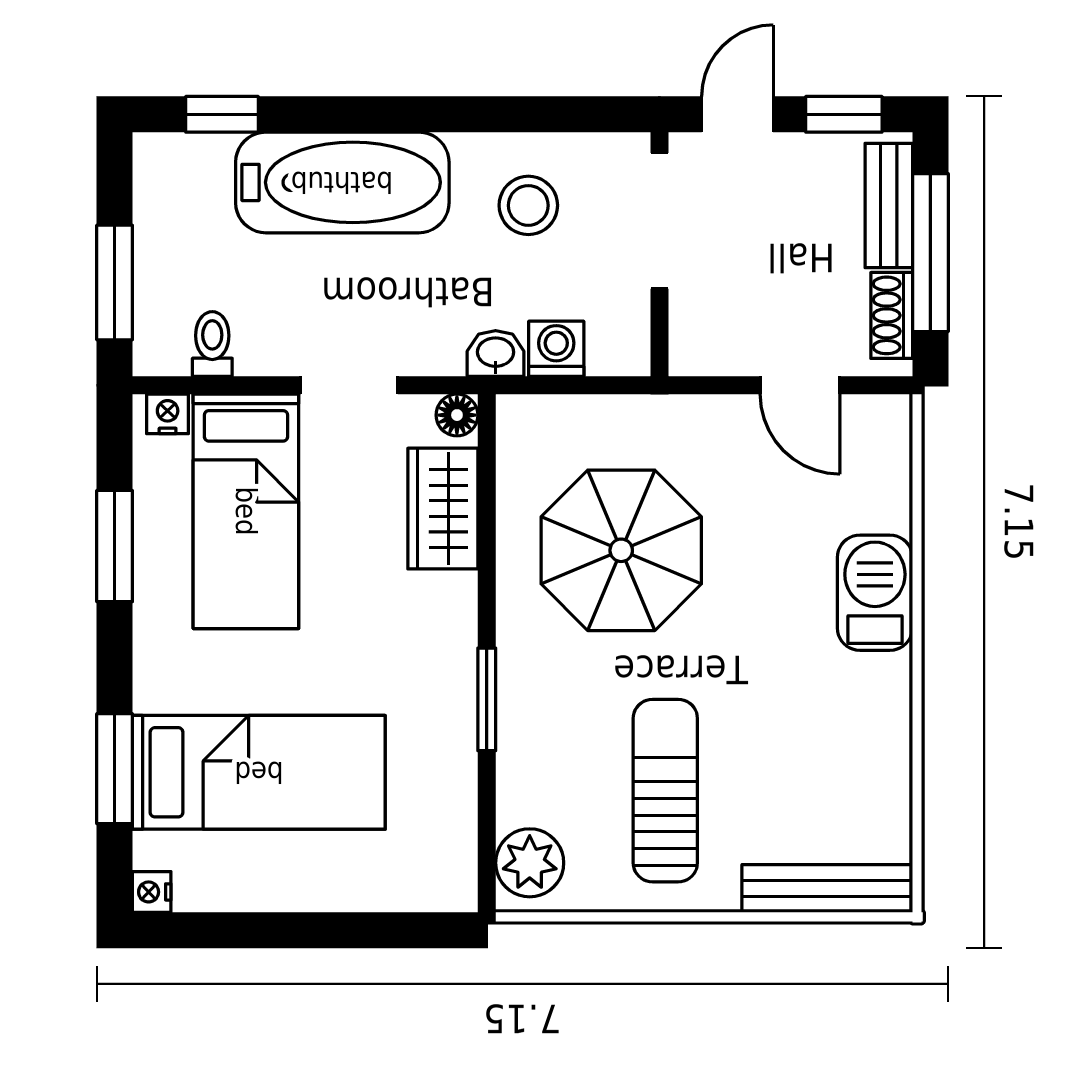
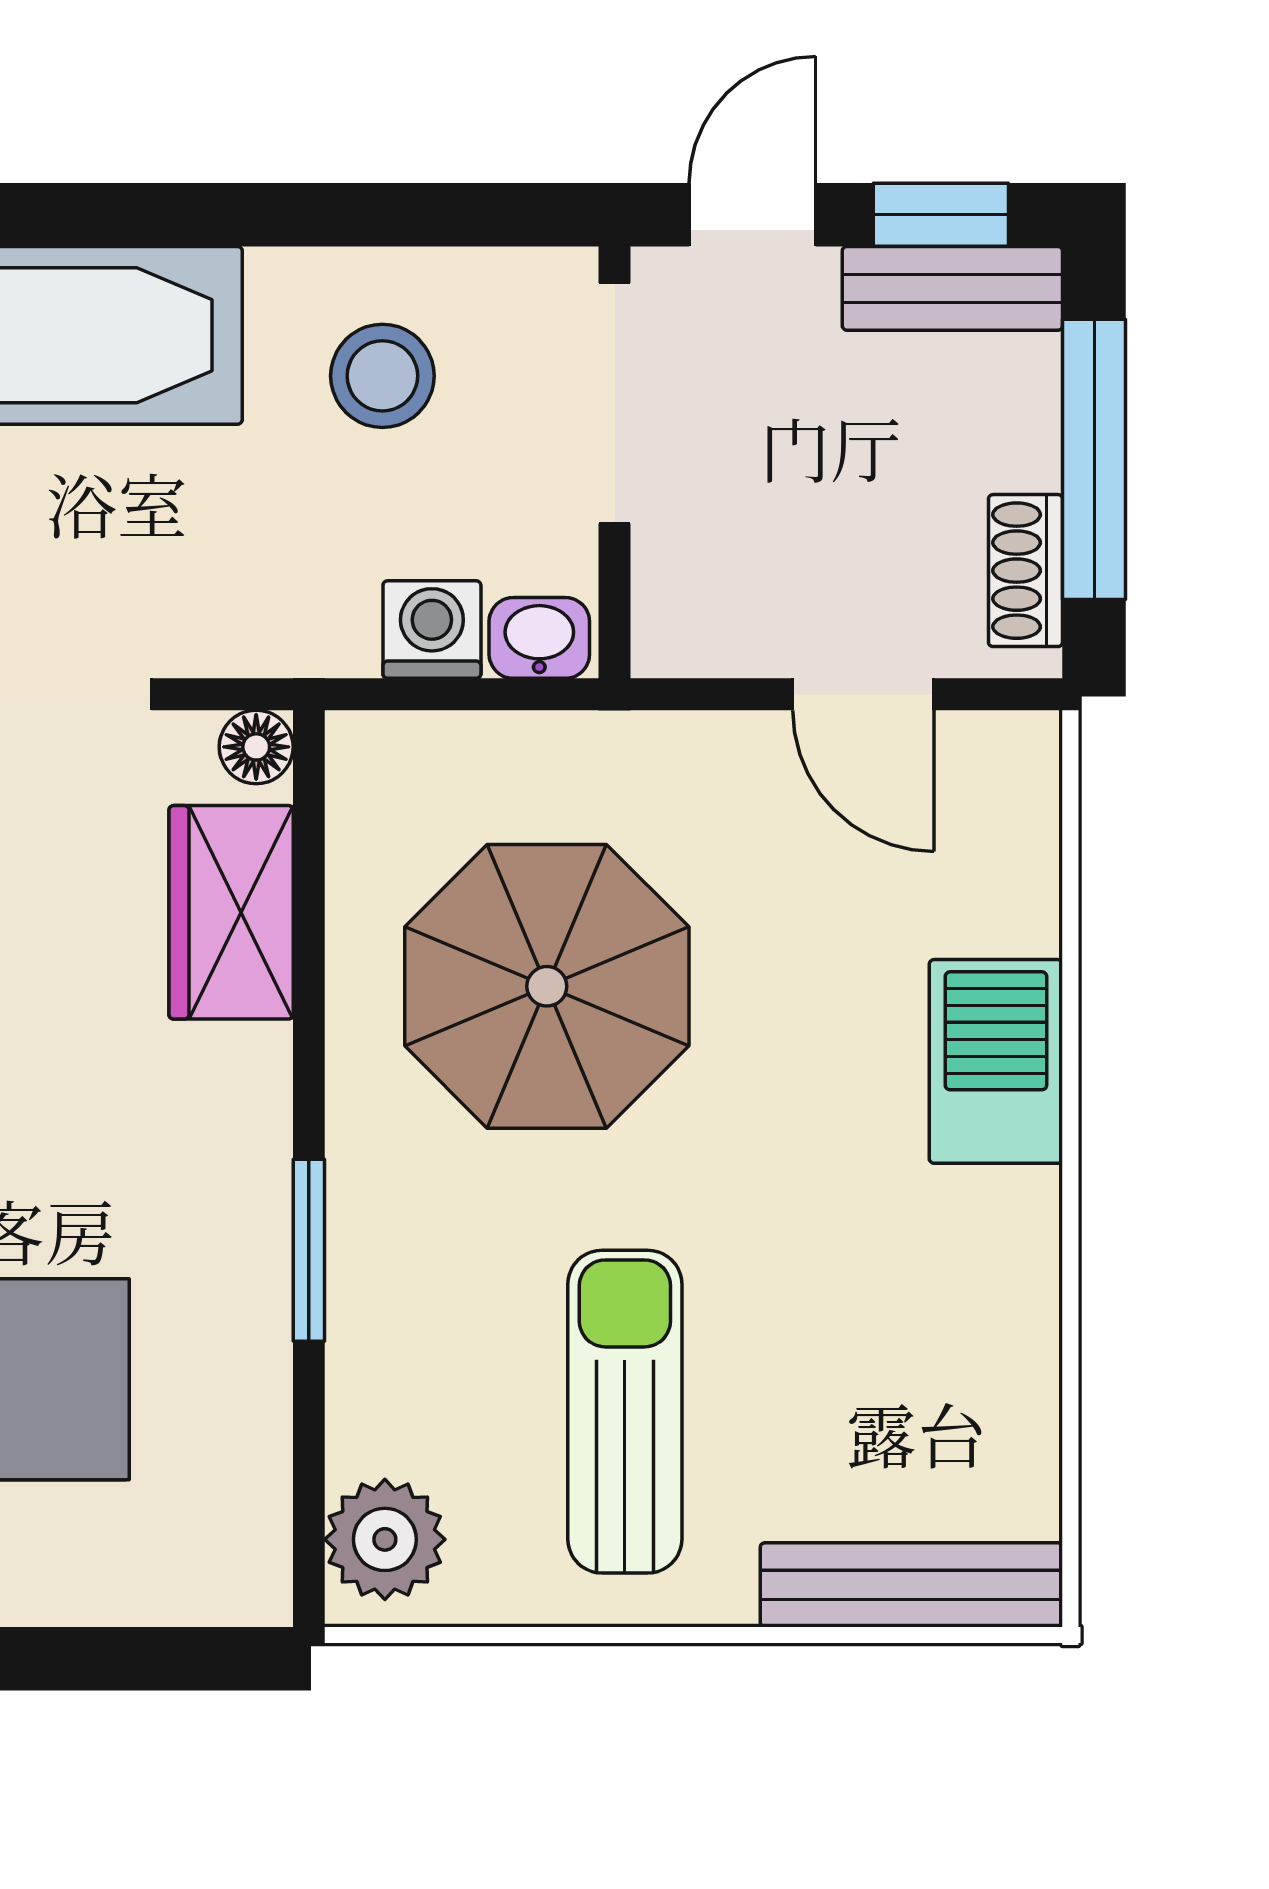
bench: (889, 205) -> (952, 288), moved, turned 90
washbasin: (496, 353) -> (539, 638), moved

